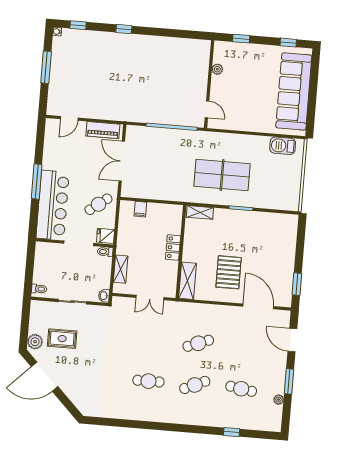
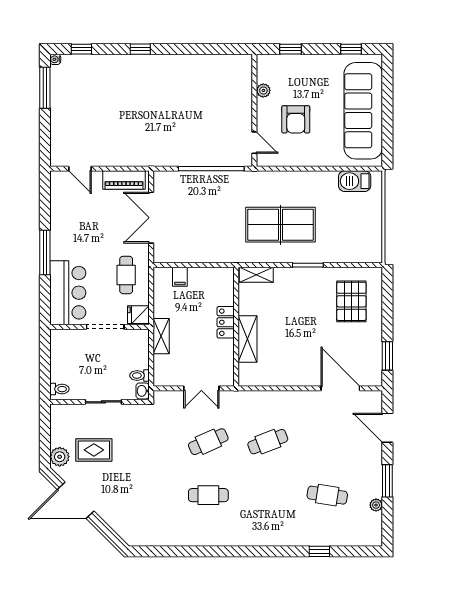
window: (46, 67) -> (45, 88), moved
armchair: (241, 94) -> (296, 119), added
door: (69, 118) -> (80, 169), hinge flipped
cafe table: (98, 204) -> (126, 275), turned -53
bar counter: (53, 205) -> (68, 293), width x0.73
toilet: (105, 252) -> (140, 376), moved
shelving: (121, 269) -> (161, 336), moved
pallet: (229, 272) -> (351, 301), moved
shelving: (187, 281) -> (248, 339), moved
cafe table: (195, 385) -> (208, 442), moved

